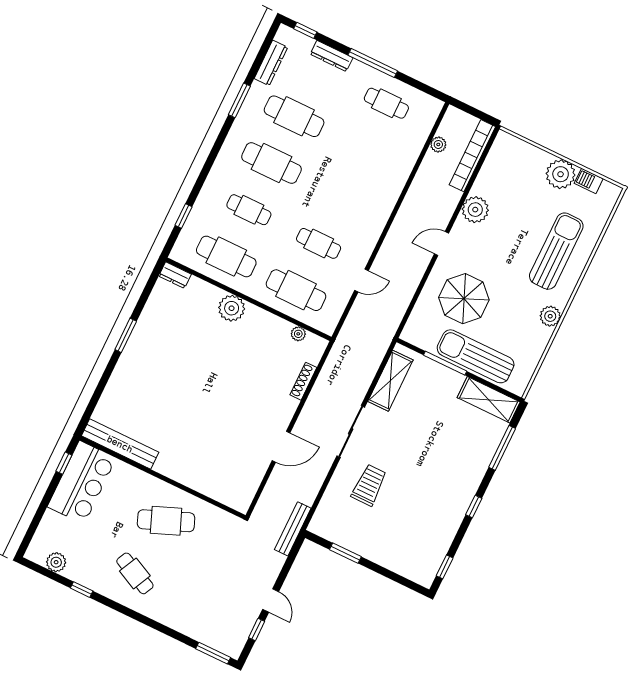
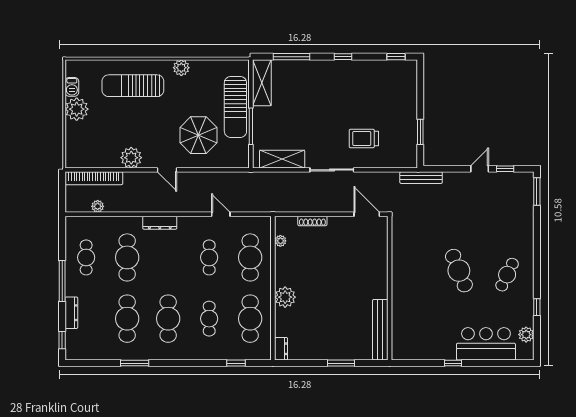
dresser: (271, 63) -> (160, 223), moved, turned 180
cafe table: (364, 150) -> (127, 257), added
bench: (120, 444) -> (380, 330), moved
wall: (162, 478) -> (390, 288), moved
bar counter: (82, 482) -> (486, 344), moved

